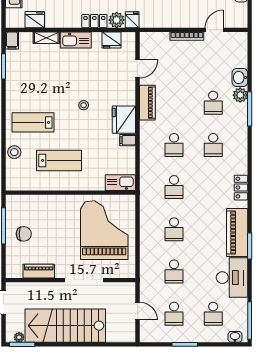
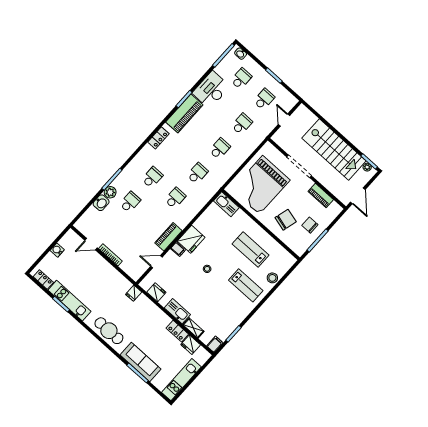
plant: (117, 20) -> (143, 301), removed
locker: (94, 21) -> (177, 331), moved
filing cabinet: (128, 140) -> (178, 249), moved
chair: (51, 218) -> (286, 220), added

